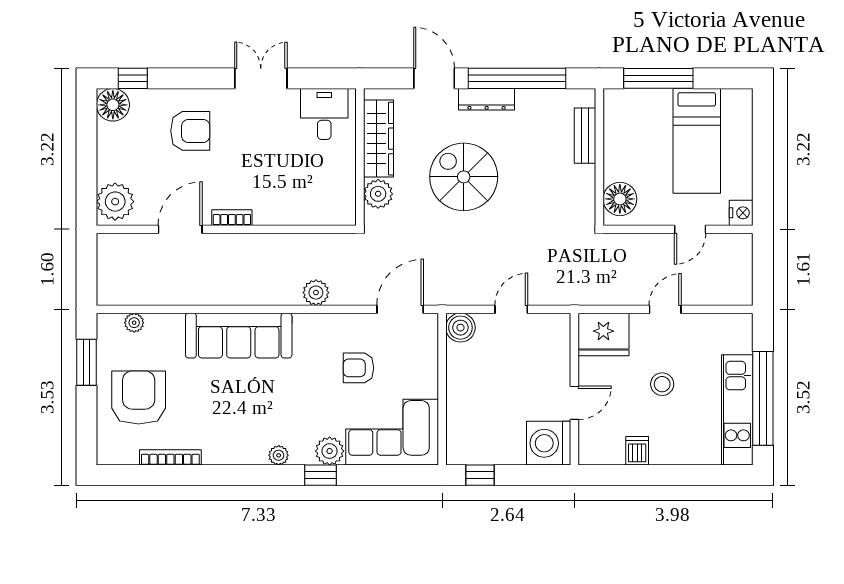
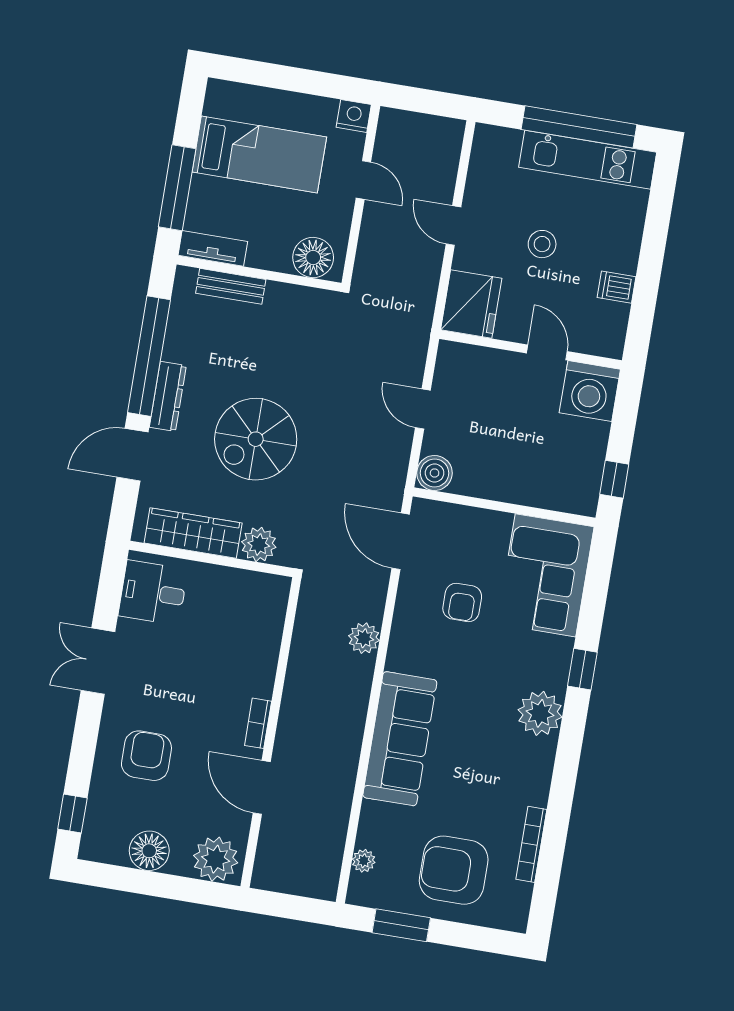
floor lamp: (113, 105) -> (149, 851), moved
tv unit: (614, 116) -> (213, 248), added
plant: (330, 451) -> (555, 654), removed
plant: (279, 455) -> (540, 713), width x1.88, depth x1.88

